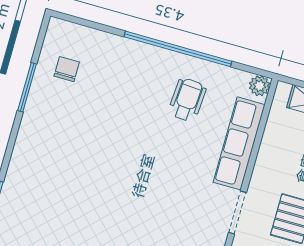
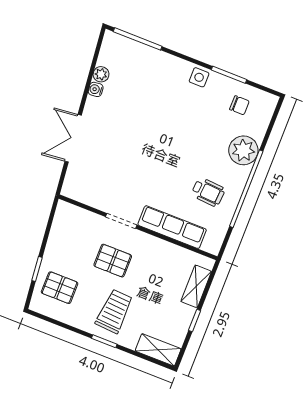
plant: (260, 86) -> (243, 150), moved, width x1.87, depth x1.87
side table: (35, 127) -> (199, 77), added

